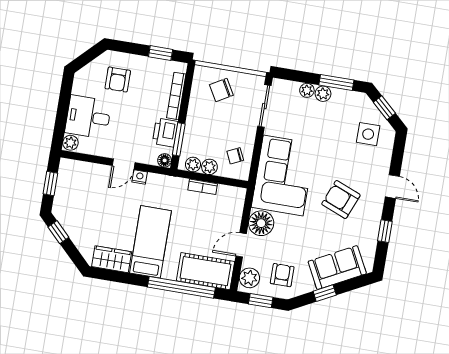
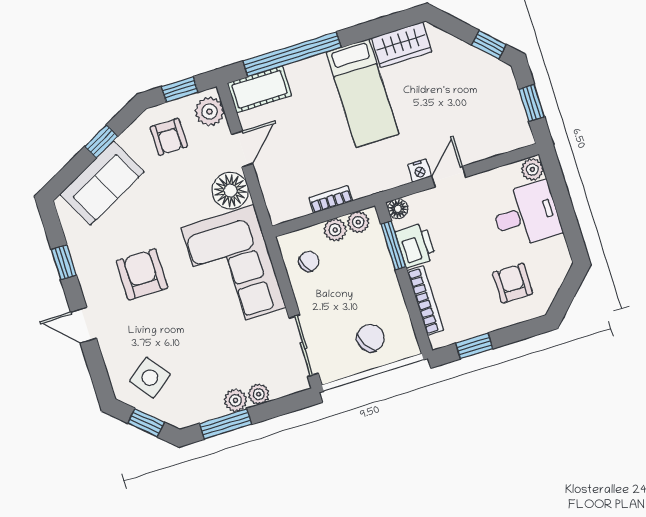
side table: (368, 134) -> (150, 378), turned -37
armchair: (341, 200) -> (142, 274), turned -112
cot: (205, 271) -> (260, 89), width x0.73, depth x0.75

